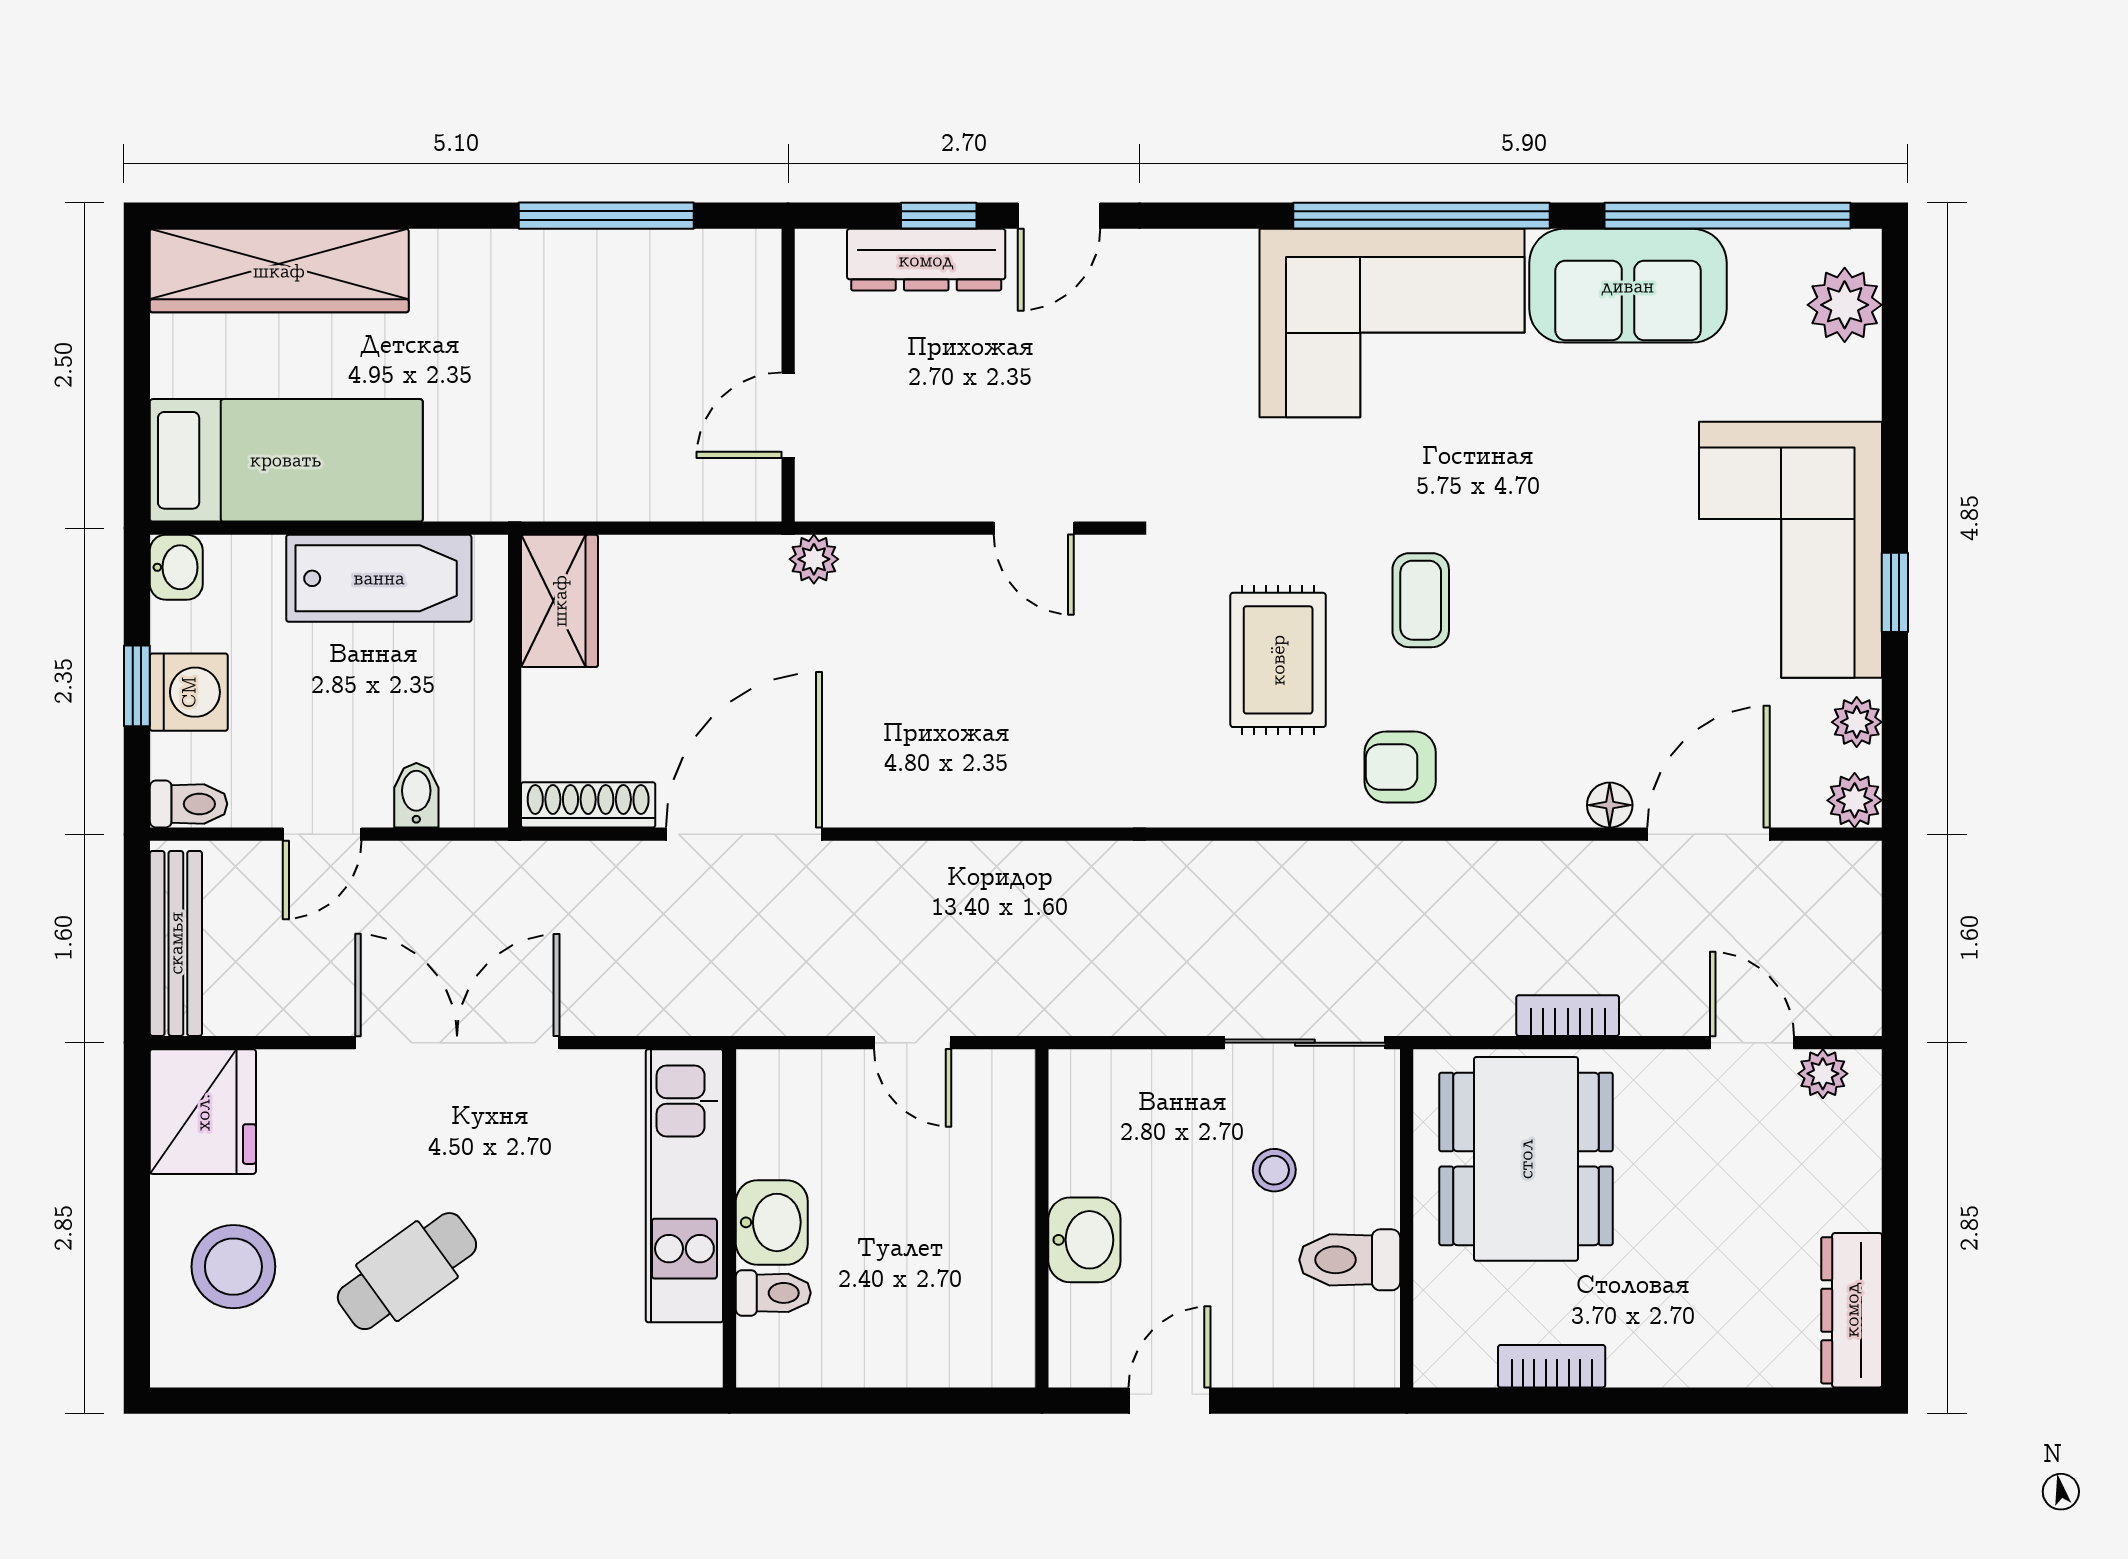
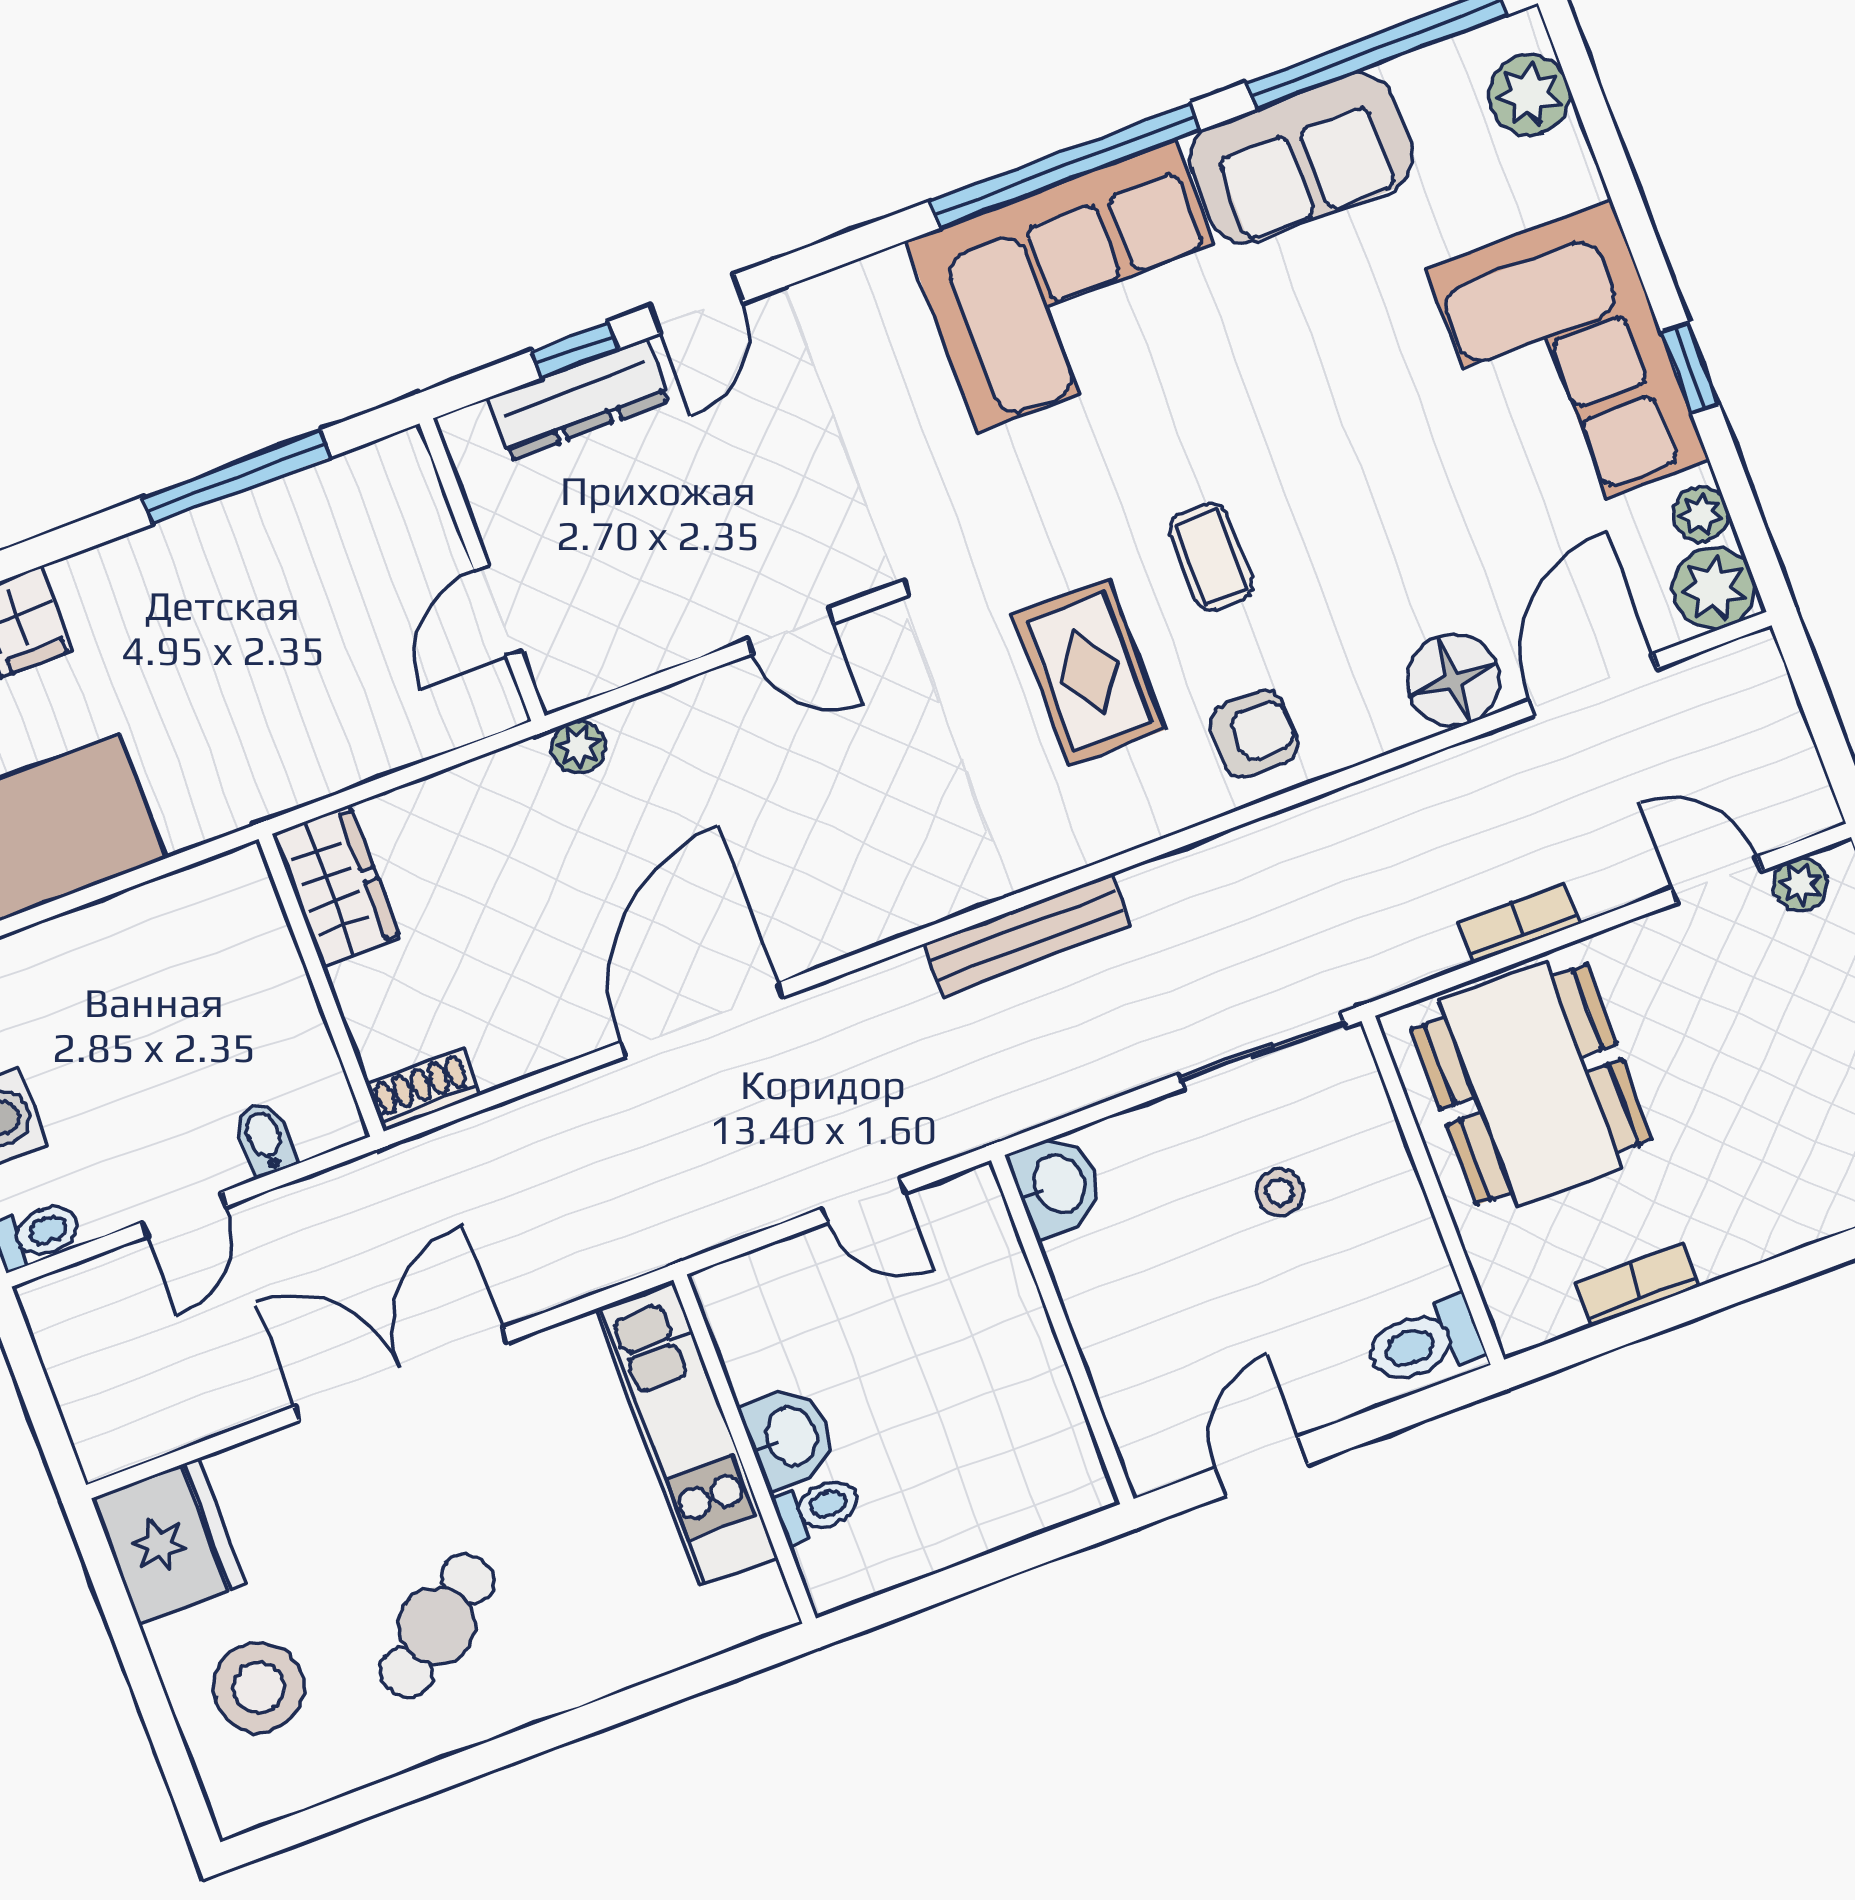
bathtub: (379, 578) -> (144, 933), removed
armchair: (1400, 767) -> (1254, 734), turned 180
plant: (1855, 800) -> (1714, 588), width x1.38, depth x1.38
shoe rack: (588, 805) -> (423, 1091), width x0.70
floor lamp: (1610, 805) -> (1453, 680), width x1.89, depth x1.89
door: (744, 834) -> (702, 1020), moved
bench: (176, 943) -> (1028, 935), moved, turned 90
washbasin: (1084, 1240) -> (1057, 1185), moved
toilet: (1350, 1260) -> (1424, 1342), moved

